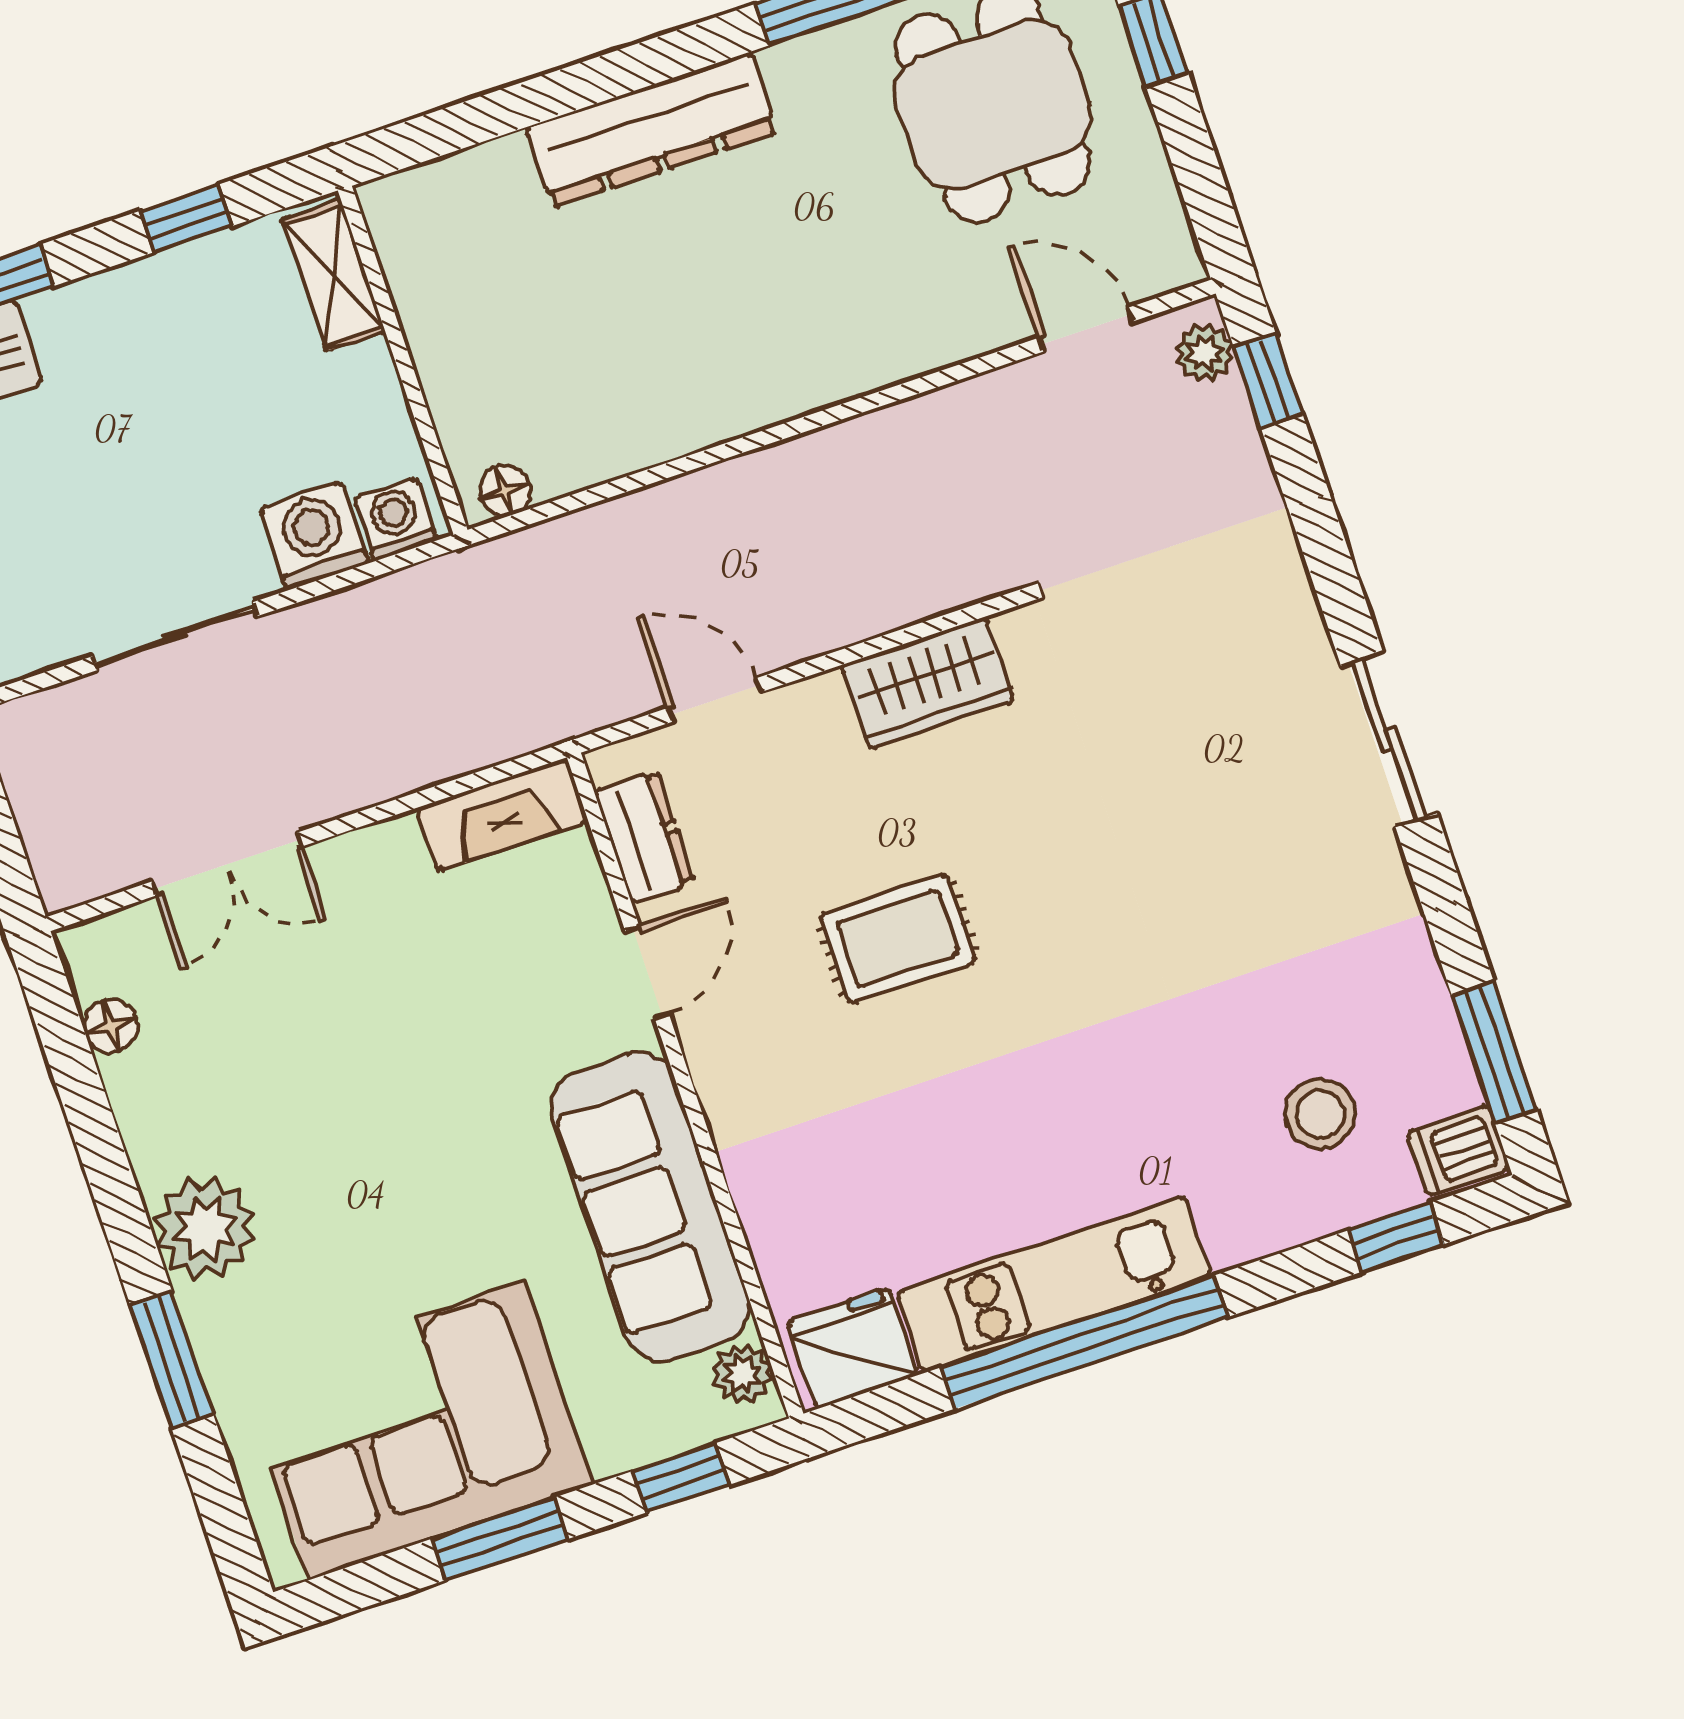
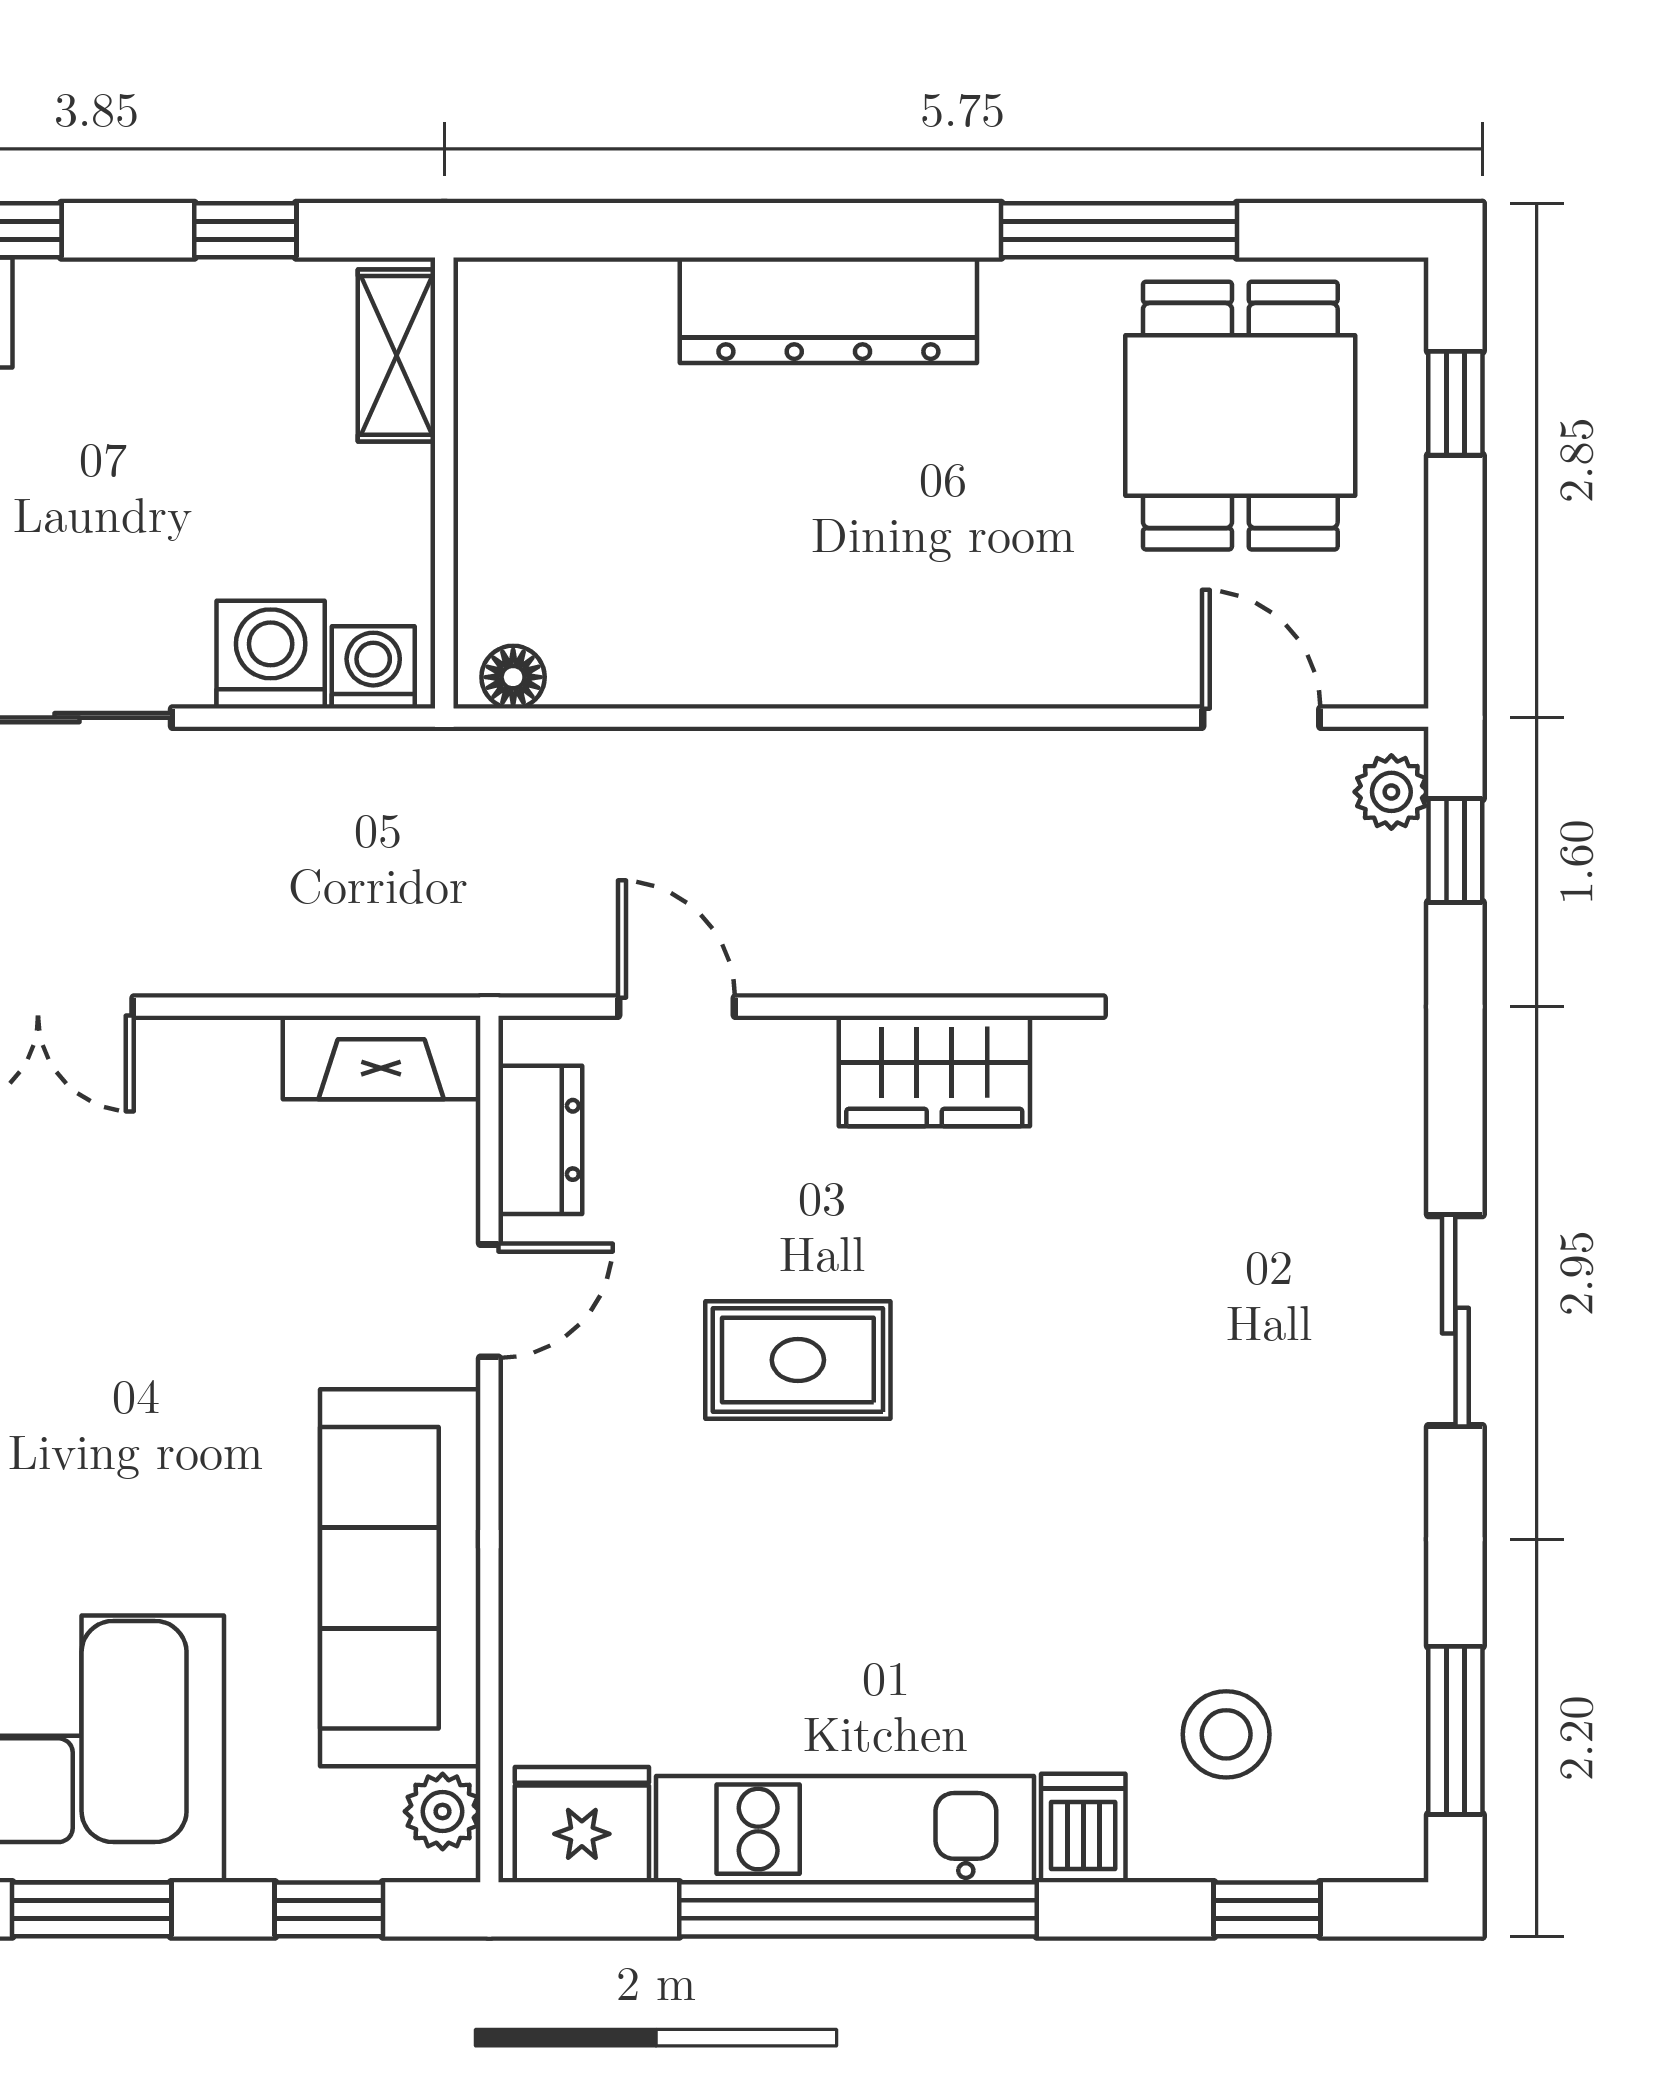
dishwasher: (1458, 1151) -> (1083, 1828), moved, turned 90

